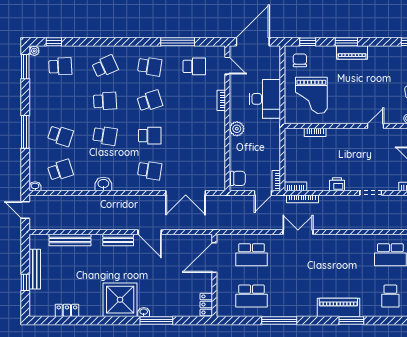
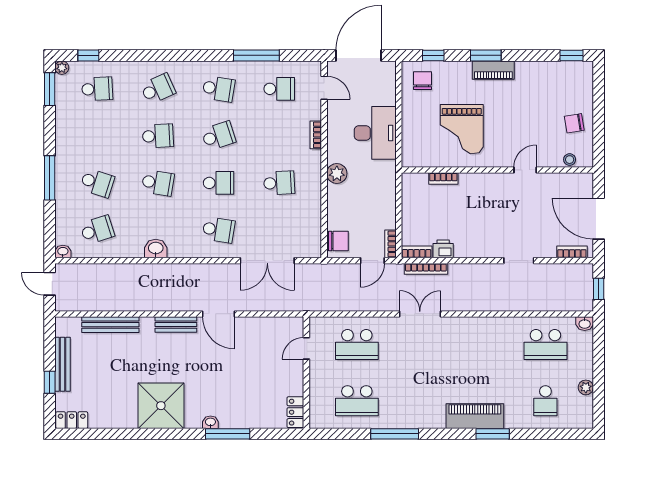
grand piano: (311, 95) -> (462, 129), moved
school desk: (194, 136) -> (279, 183), added
printer: (337, 184) -> (443, 249), moved
door: (214, 258) -> (306, 348), width x0.53
shower: (120, 300) -> (161, 406), moved
locker: (67, 310) -> (72, 420), moved

